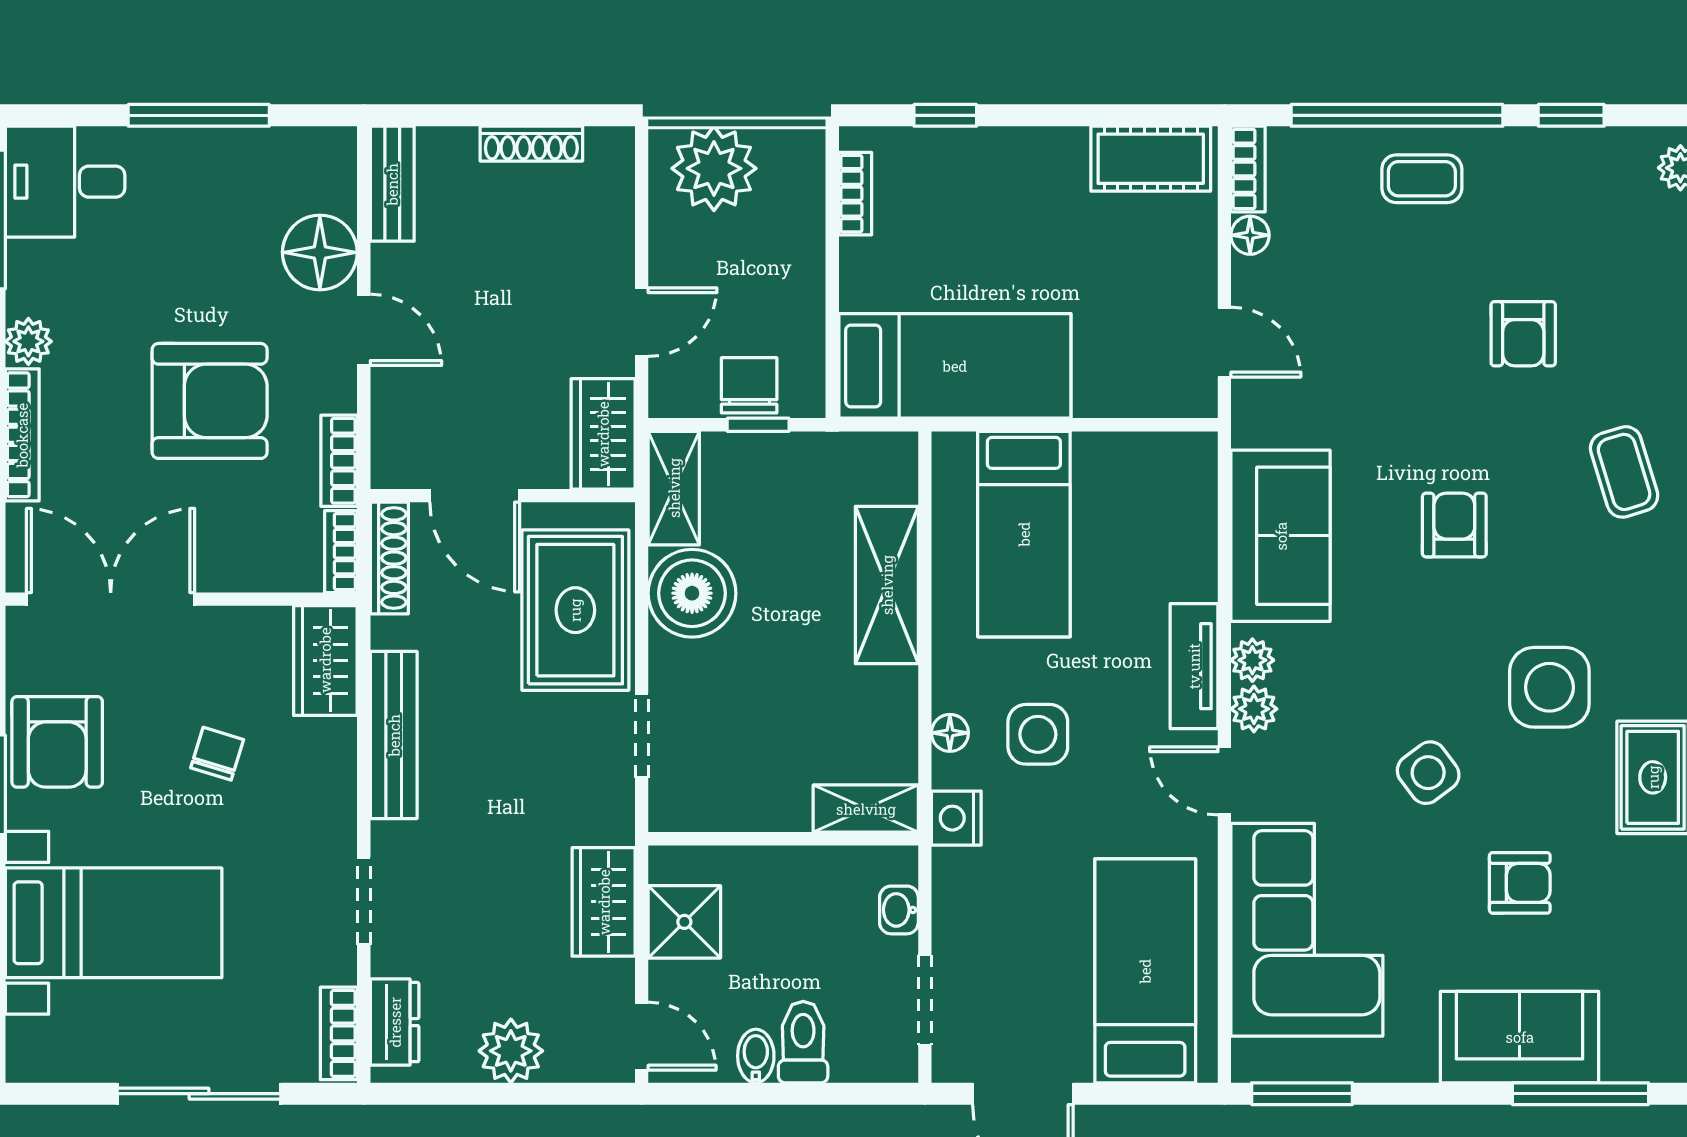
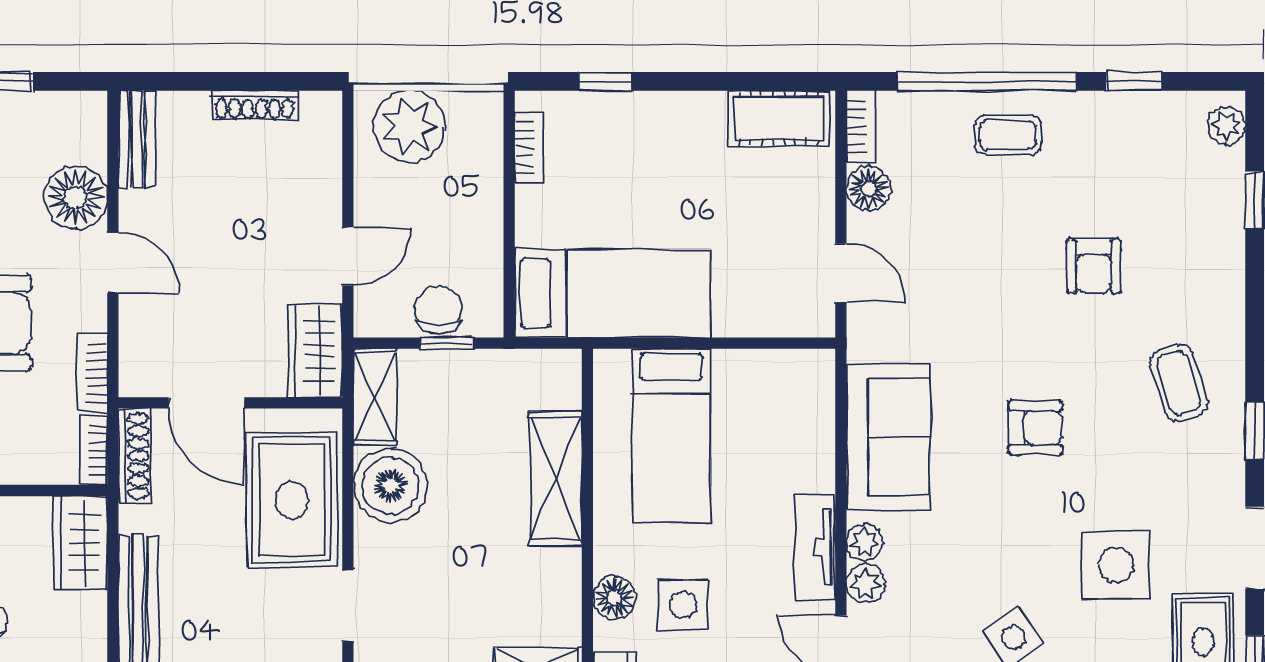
floor lamp: (1250, 235) -> (869, 189), width x1.37, depth x1.37
armchair: (1454, 525) -> (1035, 428), turned 90
floor lamp: (950, 733) -> (614, 598), width x1.37, depth x1.37

